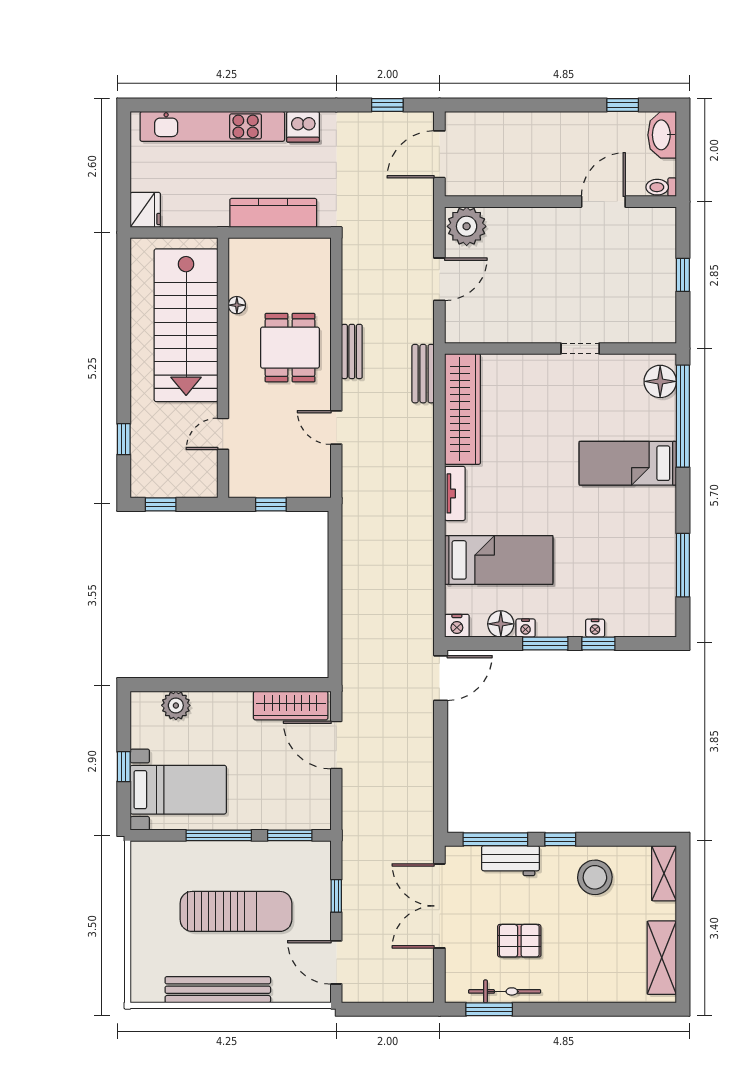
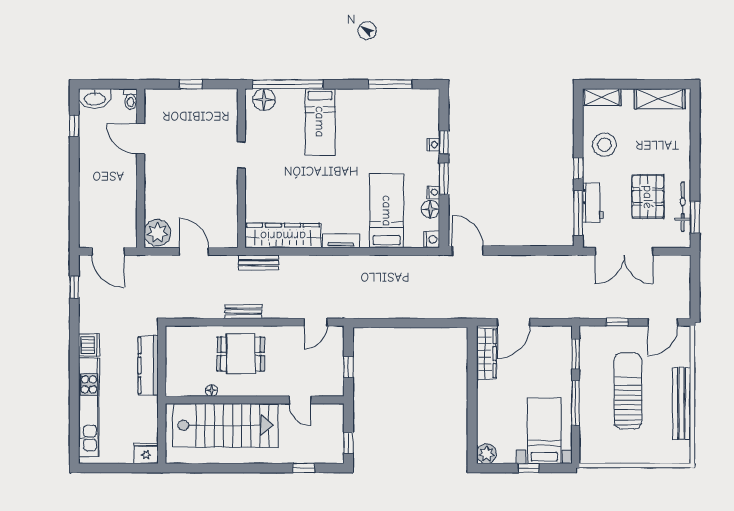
door: (336, 427) -> (316, 322), moved
plant: (176, 705) -> (486, 454), moved
pallet: (519, 941) -> (648, 197), width x1.50, depth x1.42

